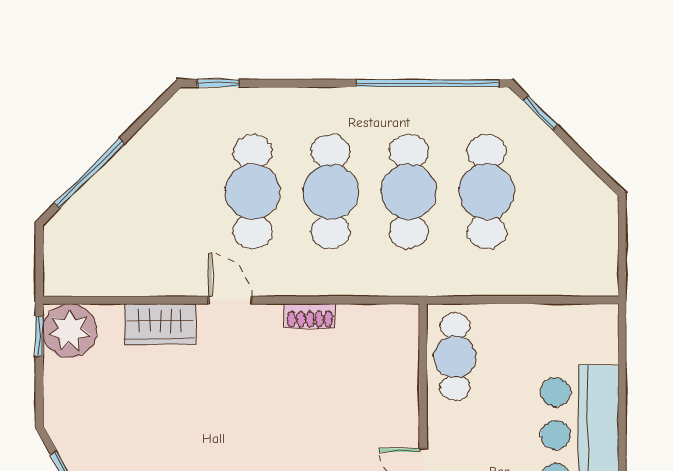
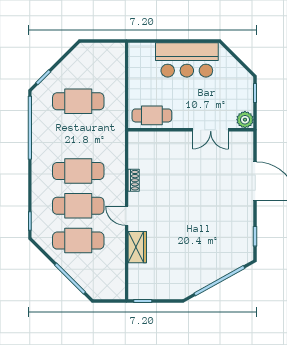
cafe table: (409, 192) -> (78, 241), moved
door: (230, 300) -> (127, 216), hinge flipped
plant: (70, 331) -> (140, 287), removed

